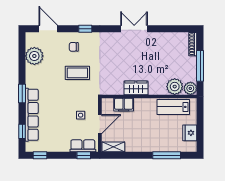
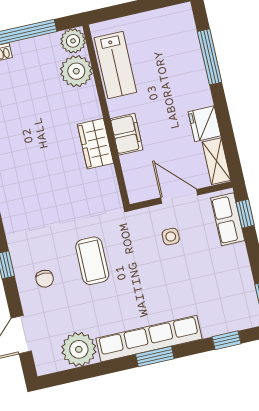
filing cabinet: (124, 105) -> (127, 134), moved
row of seats: (32, 115) -> (149, 339), moved
fridge: (190, 133) -> (204, 124), moved, turned 90

